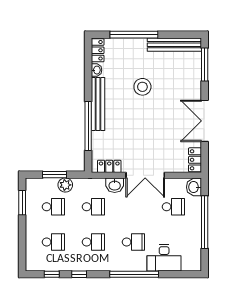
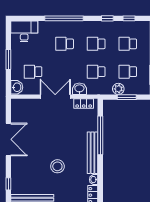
window: (205, 65) -> (8, 184), width x0.46
locker: (195, 160) -> (16, 109), removed
window: (205, 222) -> (8, 60), width x0.47
desk: (164, 258) -> (24, 31), moved

